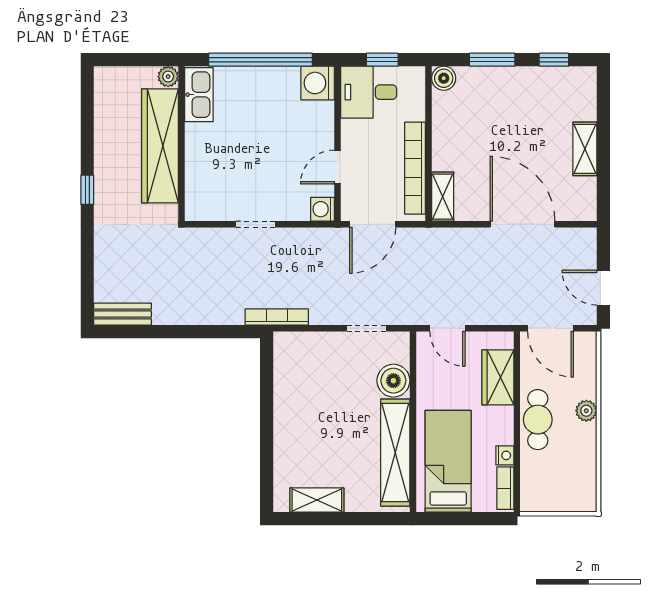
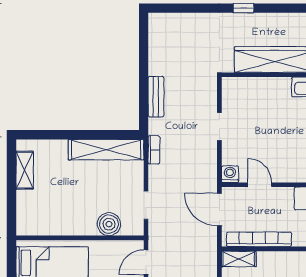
bench: (123, 314) -> (156, 97), moved
bookcase: (277, 317) -> (154, 150), width x0.64
shelving: (395, 453) -> (106, 150), moved

